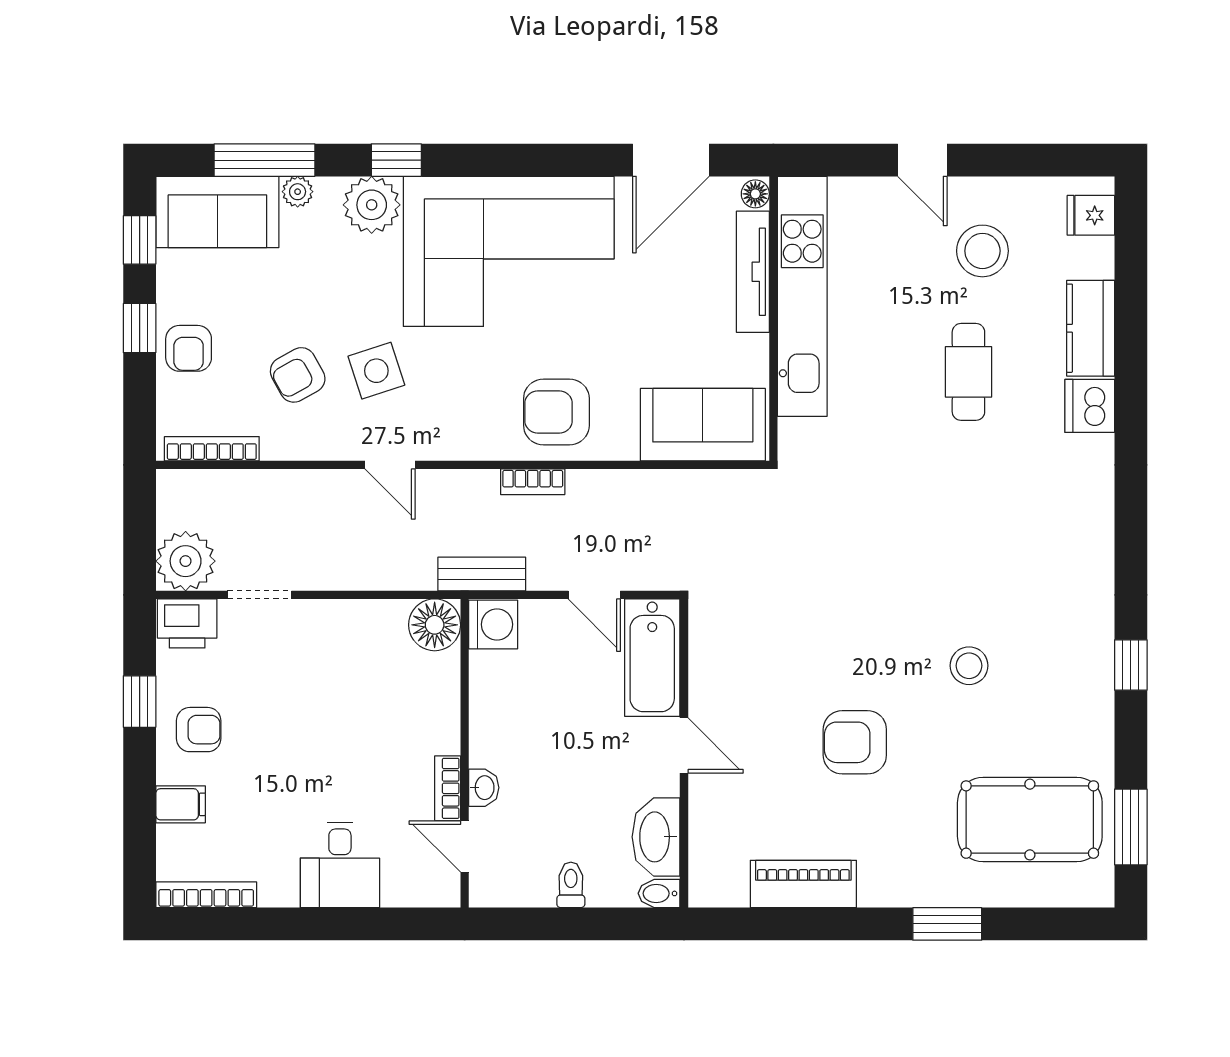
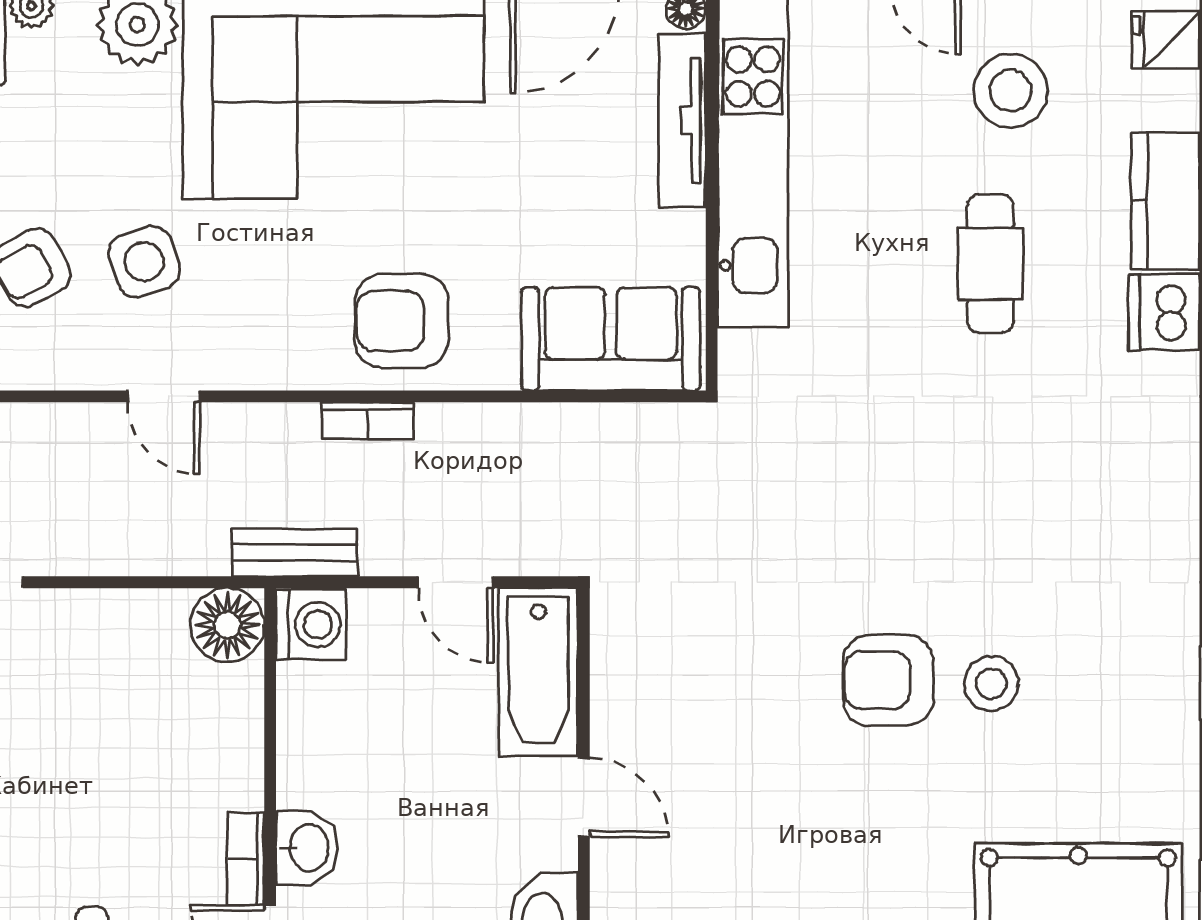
armchair: (855, 742) -> (888, 680), moved
washbasin: (484, 788) -> (307, 848), width x1.38, depth x1.45

